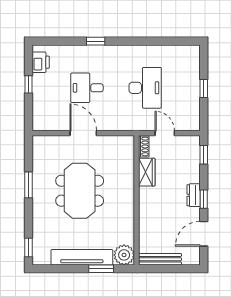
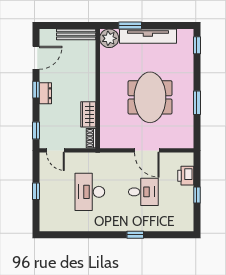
printer: (41, 62) -> (186, 176), moved
door: (165, 133) -> (55, 150), moved

